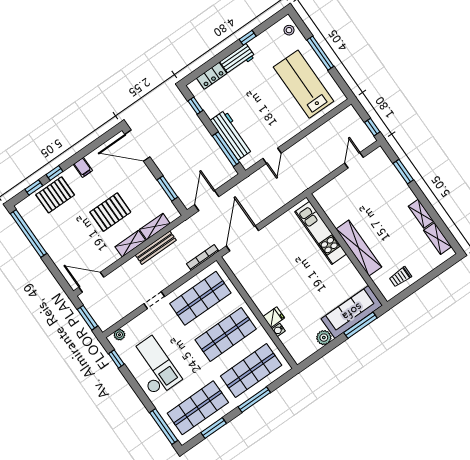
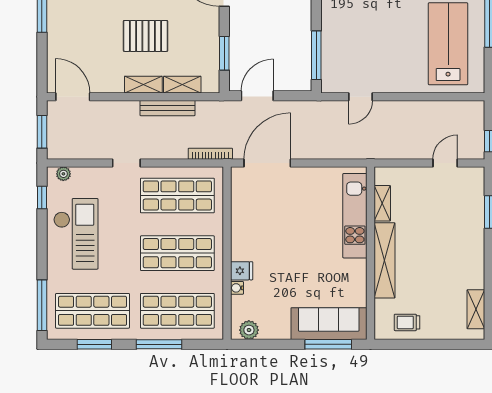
workbench: (232, 135) -> (333, 44), removed
shelving: (421, 214) -> (382, 203), moved
plant: (324, 338) -> (249, 330), moved

